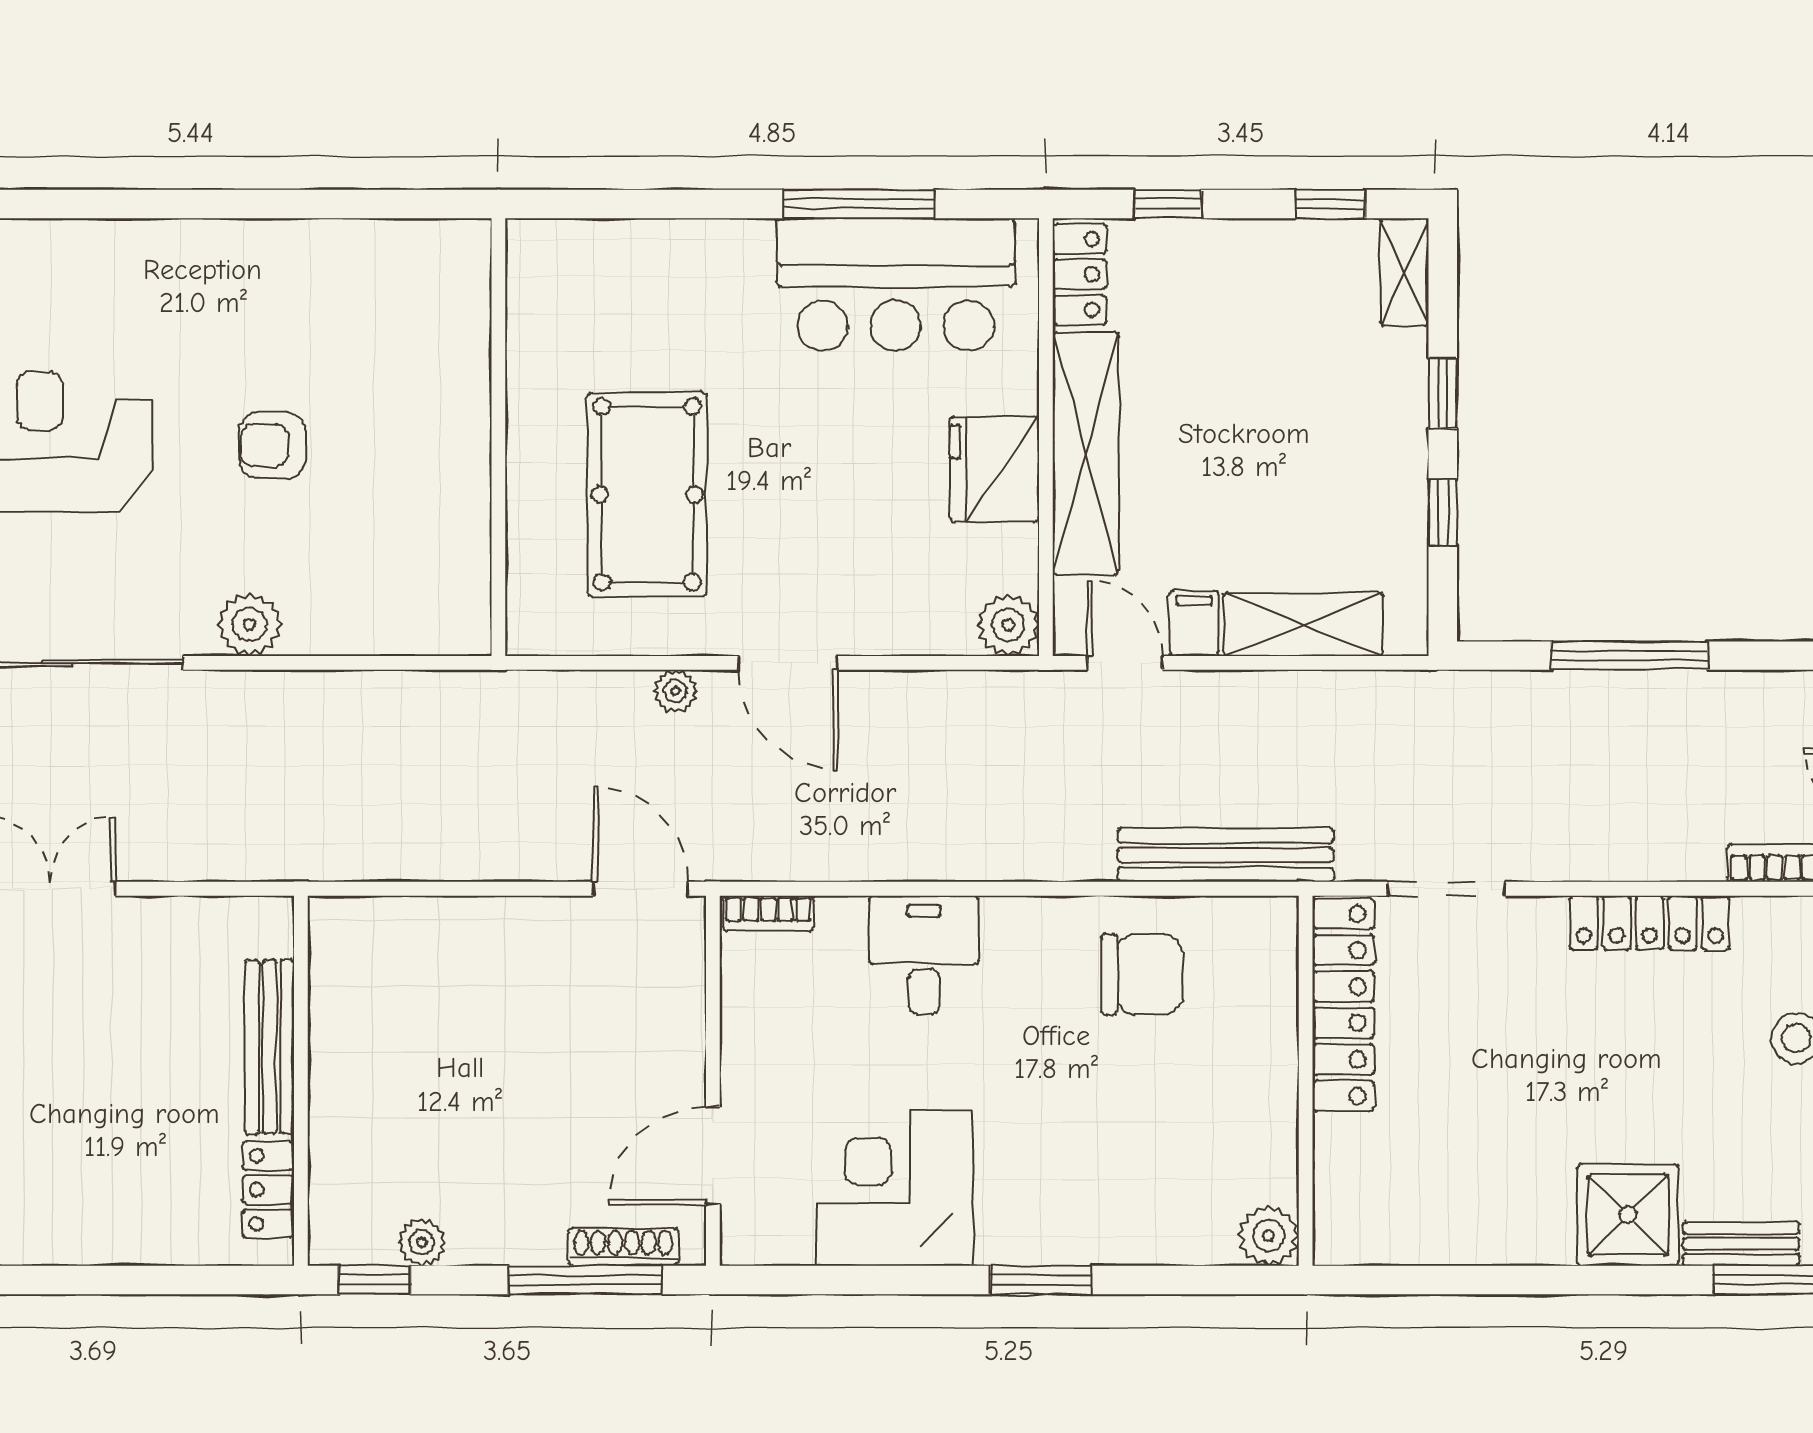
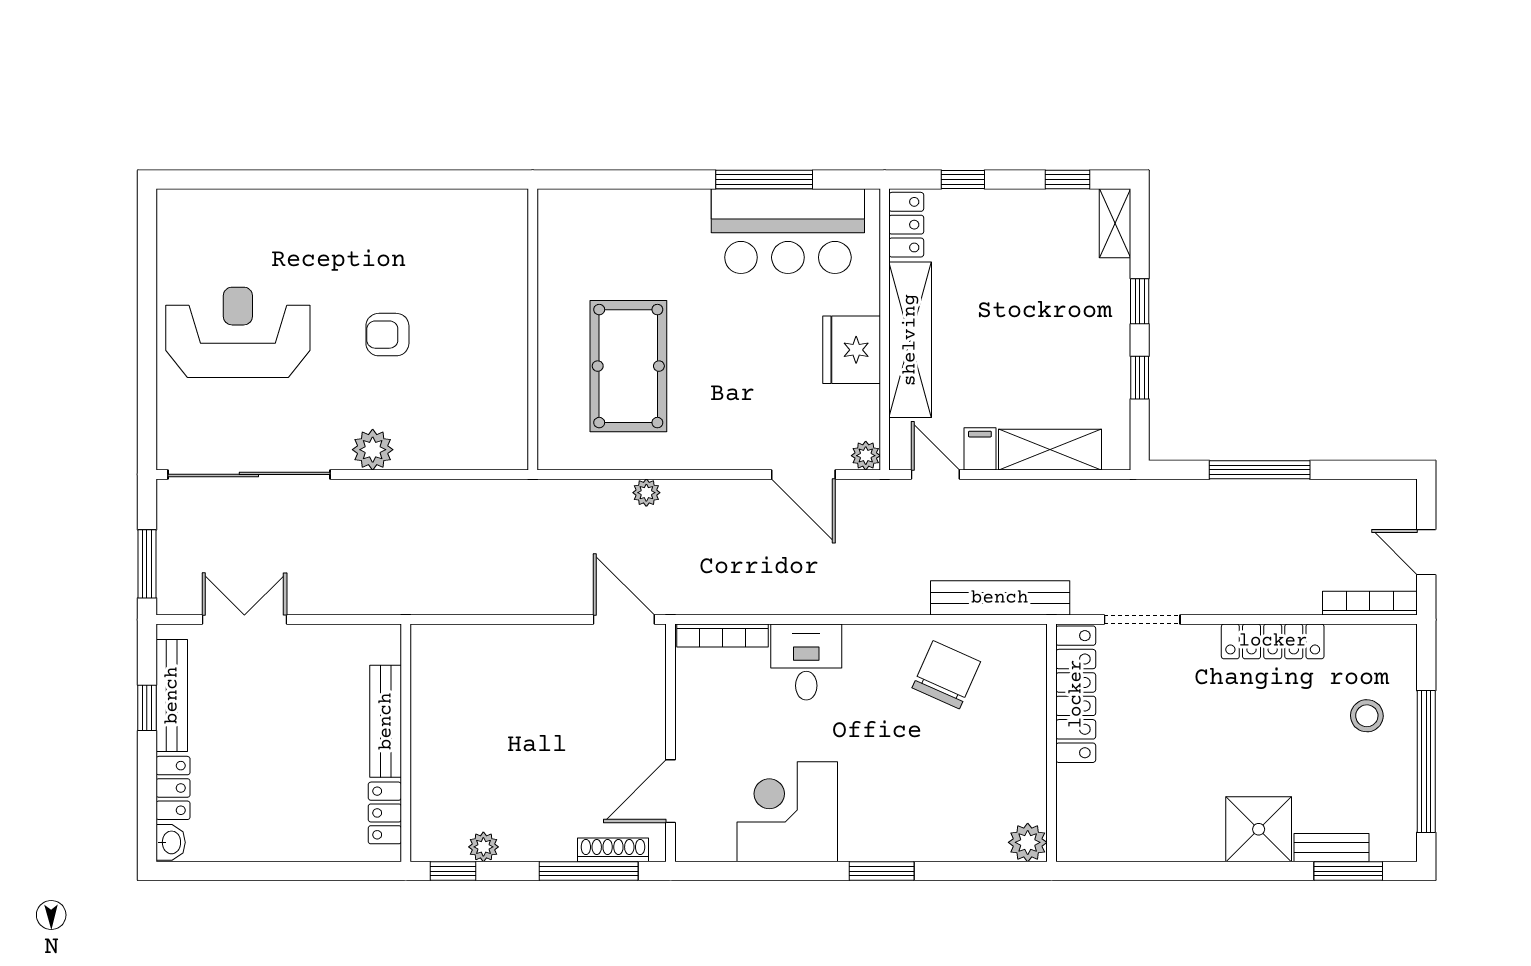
plant: (1008, 625) -> (866, 456), width x0.73, depth x0.73
door: (788, 663) -> (803, 474), moved
bookcase: (768, 914) -> (722, 636), width x1.56
chair: (1142, 975) -> (946, 675), turned -66

